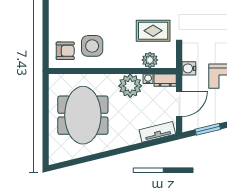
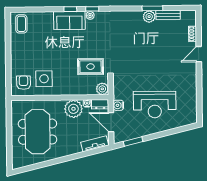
armchair: (65, 51) -> (23, 83), turned -90
plant: (150, 60) -> (102, 89), moved
water cooler: (189, 68) -> (118, 105), moved
door: (179, 104) -> (111, 122), swing flipped

